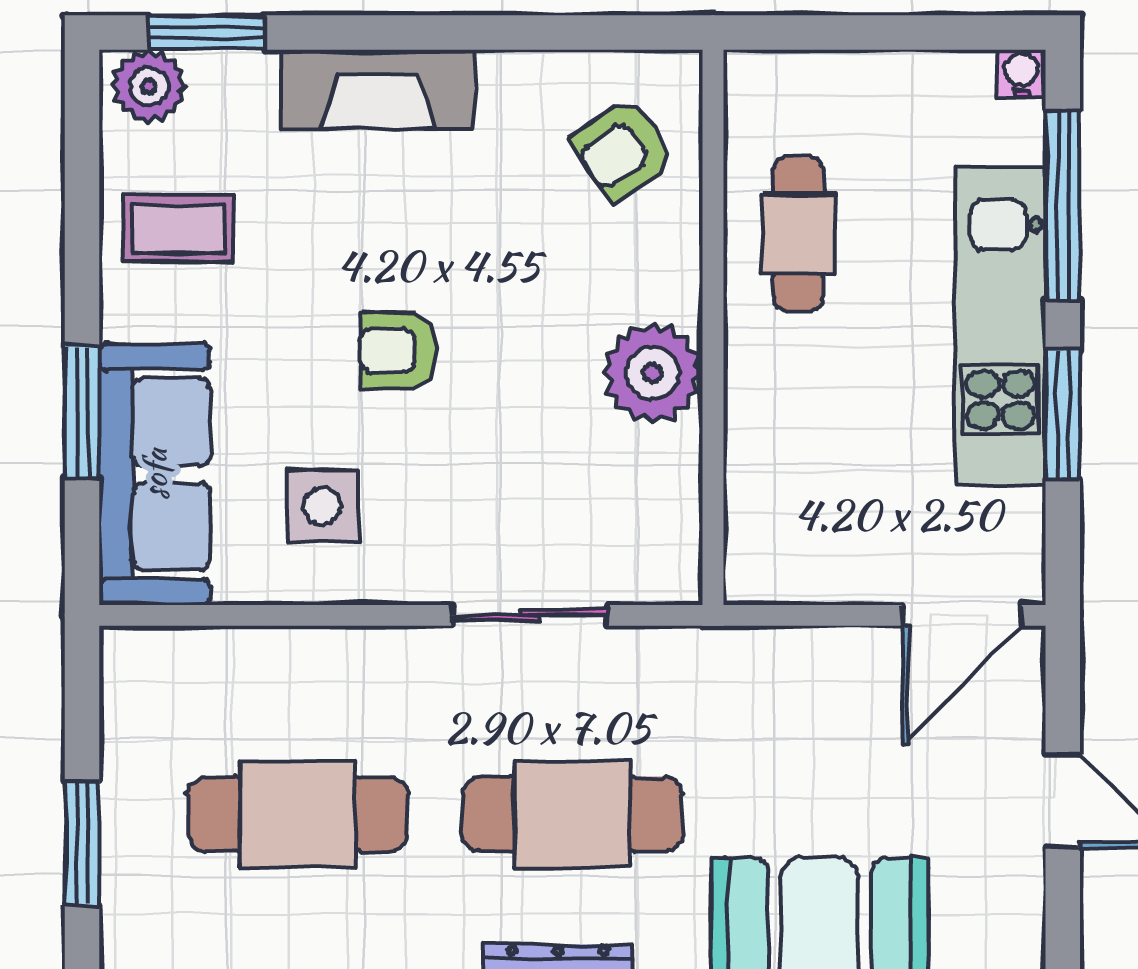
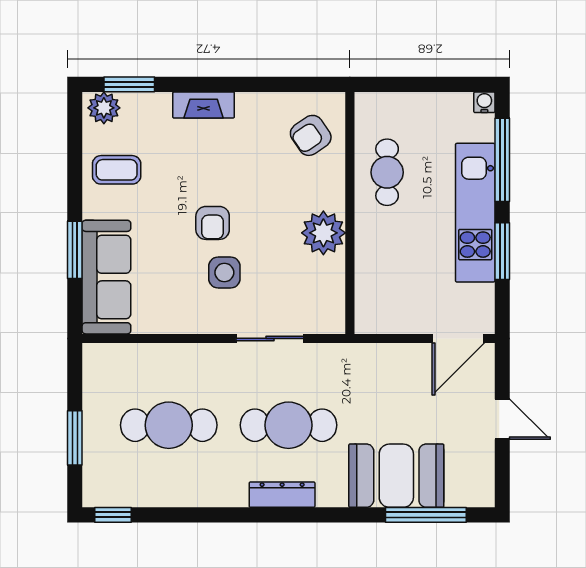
fireplace: (378, 89) -> (204, 105), width x0.73, depth x0.76
armchair: (398, 350) -> (213, 223), turned -90
side table: (322, 506) -> (224, 273), moved

